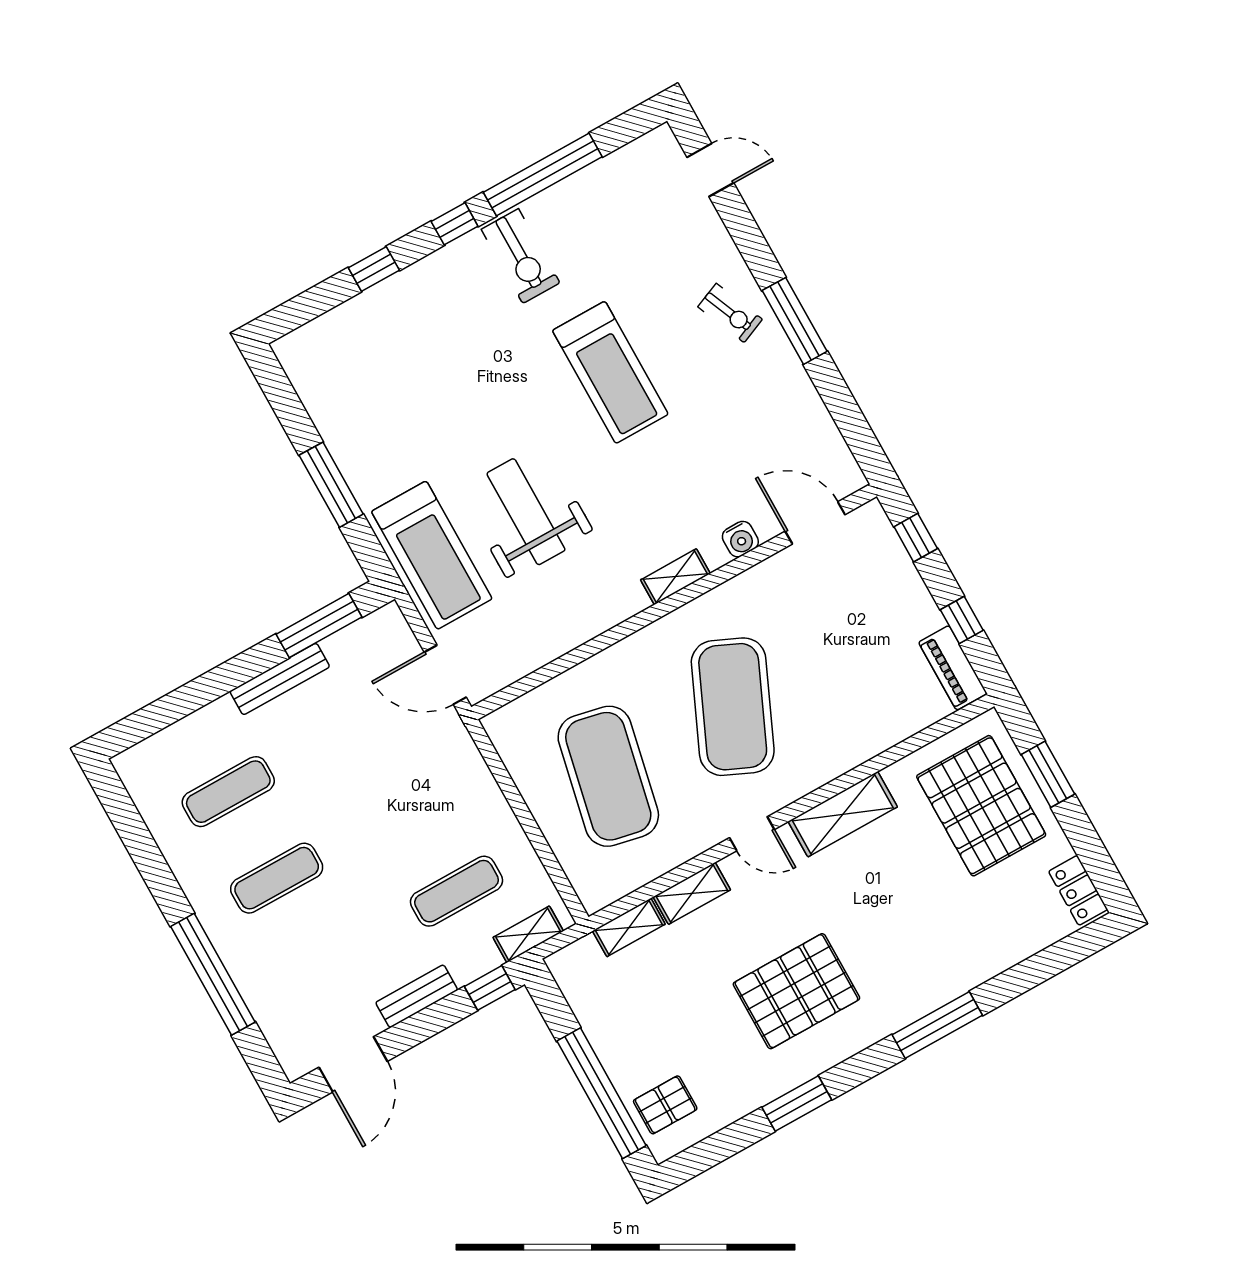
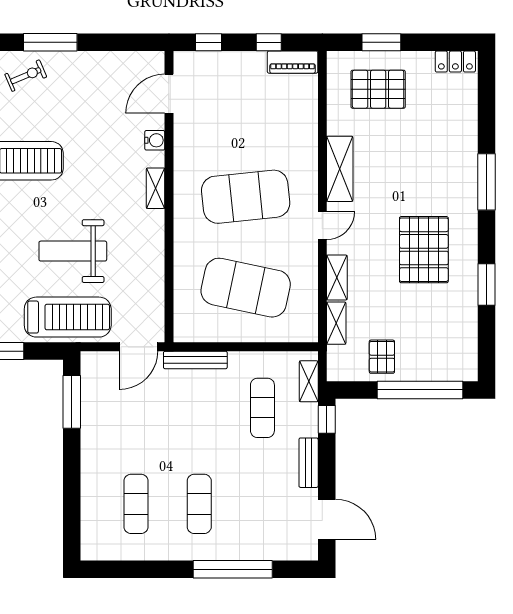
bench: (280, 679) -> (195, 360), moved, turned 90
exercise mat: (733, 707) -> (246, 197), turned -30
pallet: (981, 806) -> (378, 89), width x0.73, depth x0.71
pallet: (665, 1105) -> (382, 357), moved

